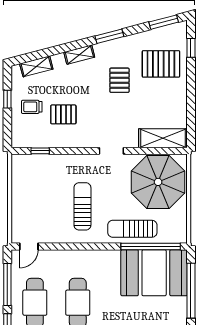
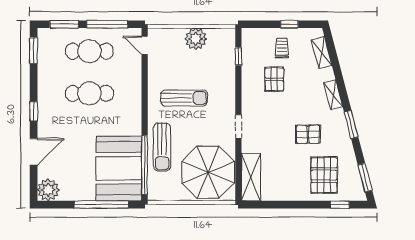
plant: (22, 194) -> (196, 39), added
sun lounger: (132, 229) -> (162, 147), turned 180

